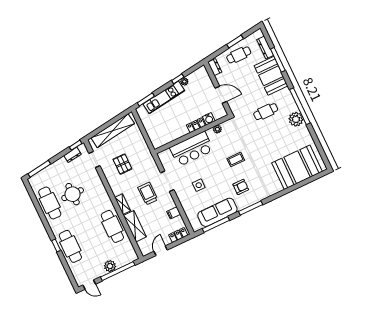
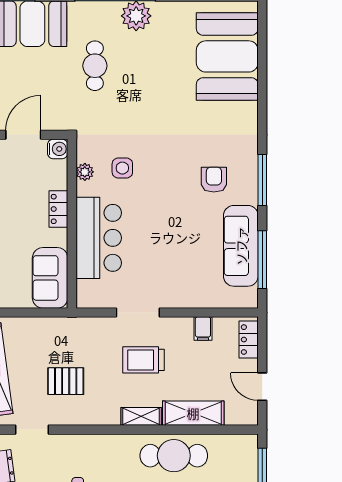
water cooler: (209, 119) -> (58, 149), moved
sofa: (164, 136) -> (50, 278), added
coffee table: (236, 159) -> (158, 164), removed
side table: (199, 185) -> (122, 168), moved

